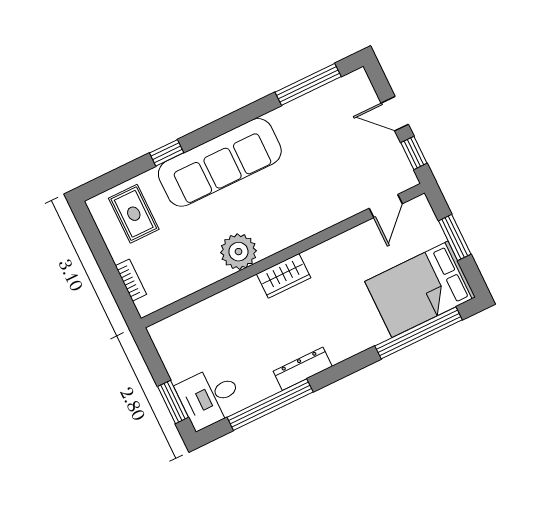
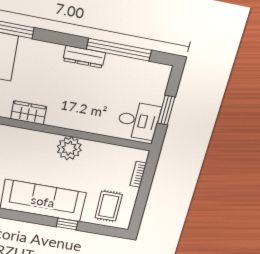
wardrobe: (284, 276) -> (29, 113), moved
desk: (210, 397) -> (138, 121), moved
window: (173, 402) -> (166, 110), moved

